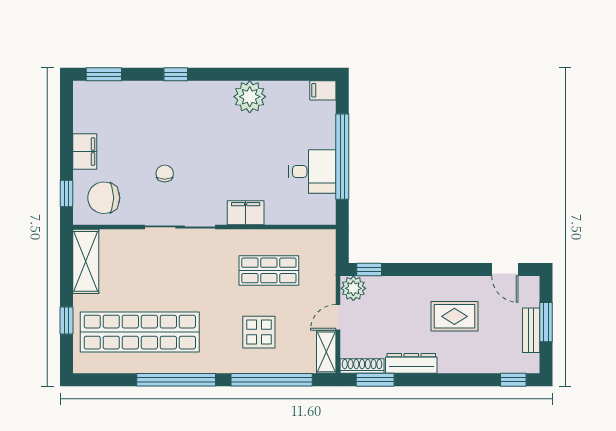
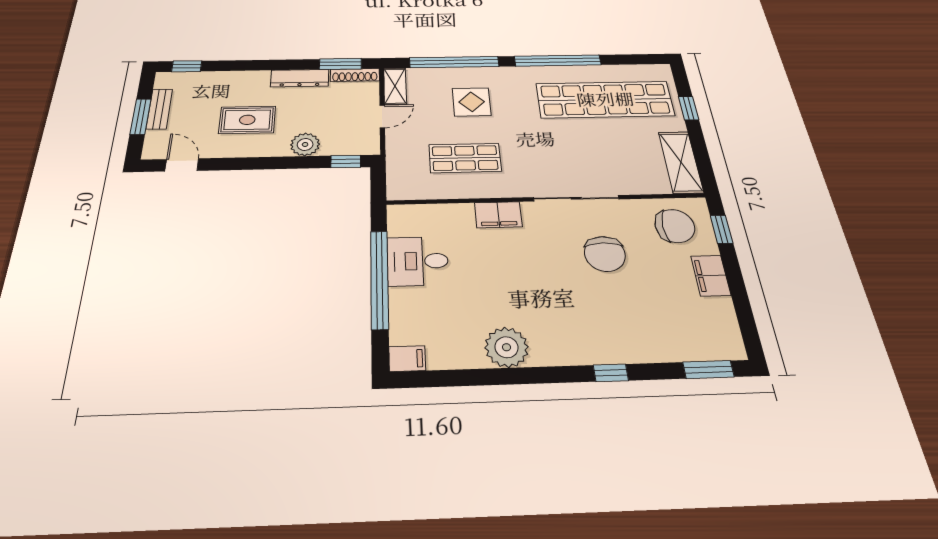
chair: (165, 174) -> (605, 254), width x1.87, depth x1.87
plant: (353, 288) -> (305, 144), moved

